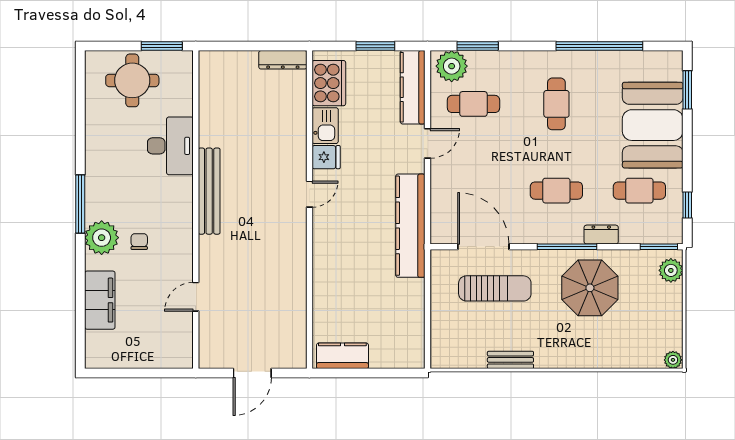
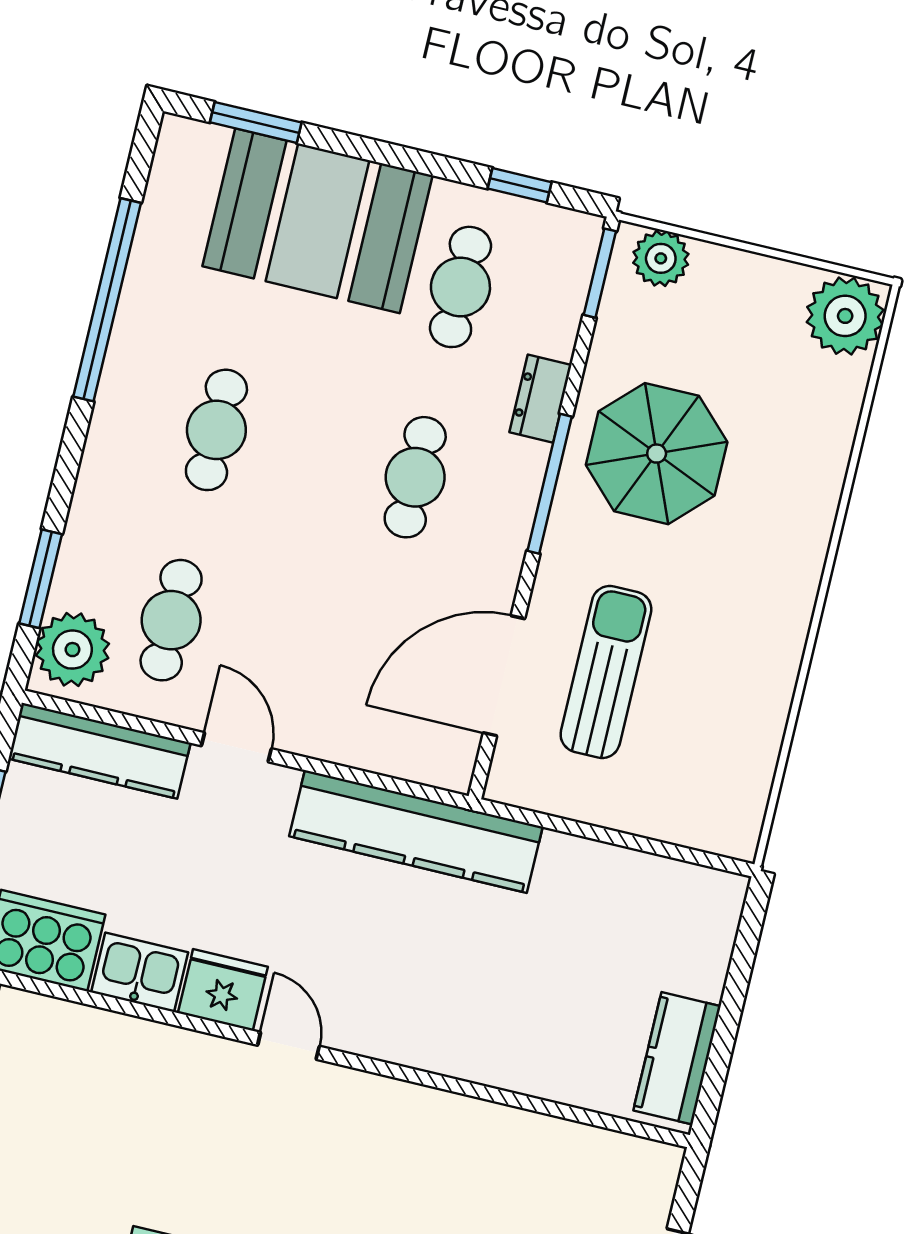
cafe table: (556, 104) -> (216, 430), turned 90
fridge: (326, 157) -> (223, 990), width x1.38
bench: (510, 360) -> (778, 675), removed
plant: (673, 360) -> (845, 316), width x1.87, depth x1.87

